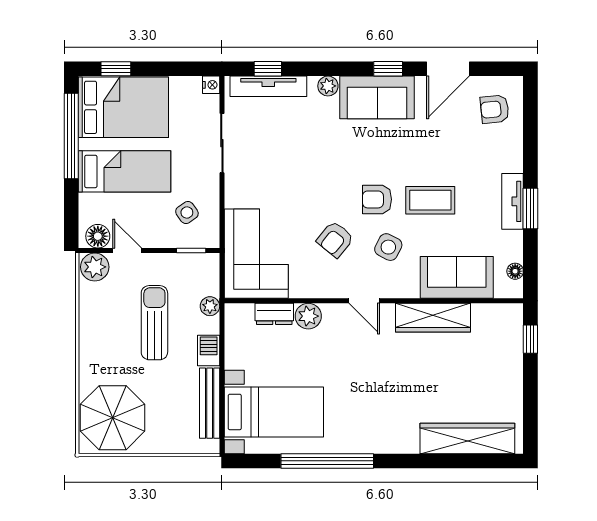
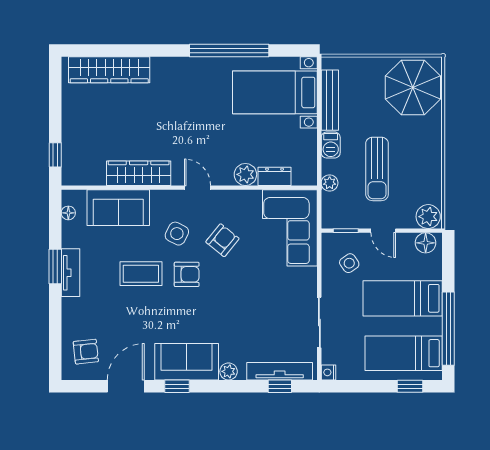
bed: (123, 107) -> (404, 353), width x0.67
door: (127, 251) -> (383, 231), moved

